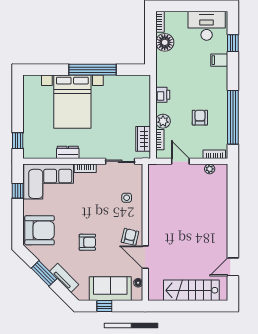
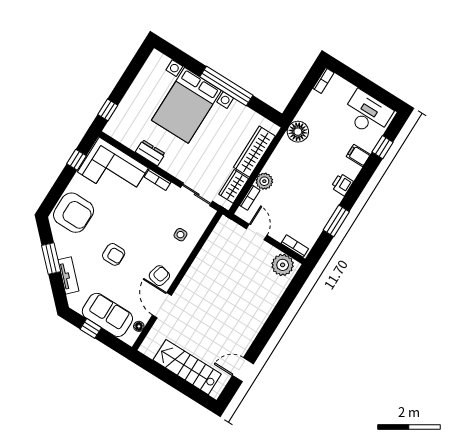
floor lamp: (165, 42) -> (298, 132), moved
printer: (163, 95) -> (342, 185), moved, turned 180
wardrobe: (142, 104) -> (254, 152), added
window: (233, 117) -> (336, 221), width x0.47
armchair: (200, 118) -> (303, 201), removed
plant: (210, 169) -> (283, 265), width x1.88, depth x1.88

